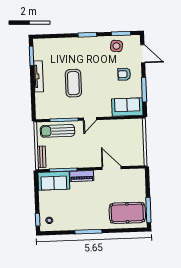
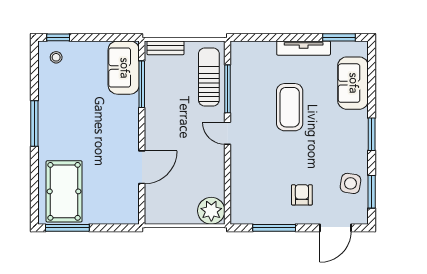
coffee table: (73, 83) -> (290, 107), turned 90
sofa: (127, 107) -> (353, 83), moved, turned 180
plant: (135, 127) -> (211, 211), added
piano: (82, 176) -> (130, 116), removed

